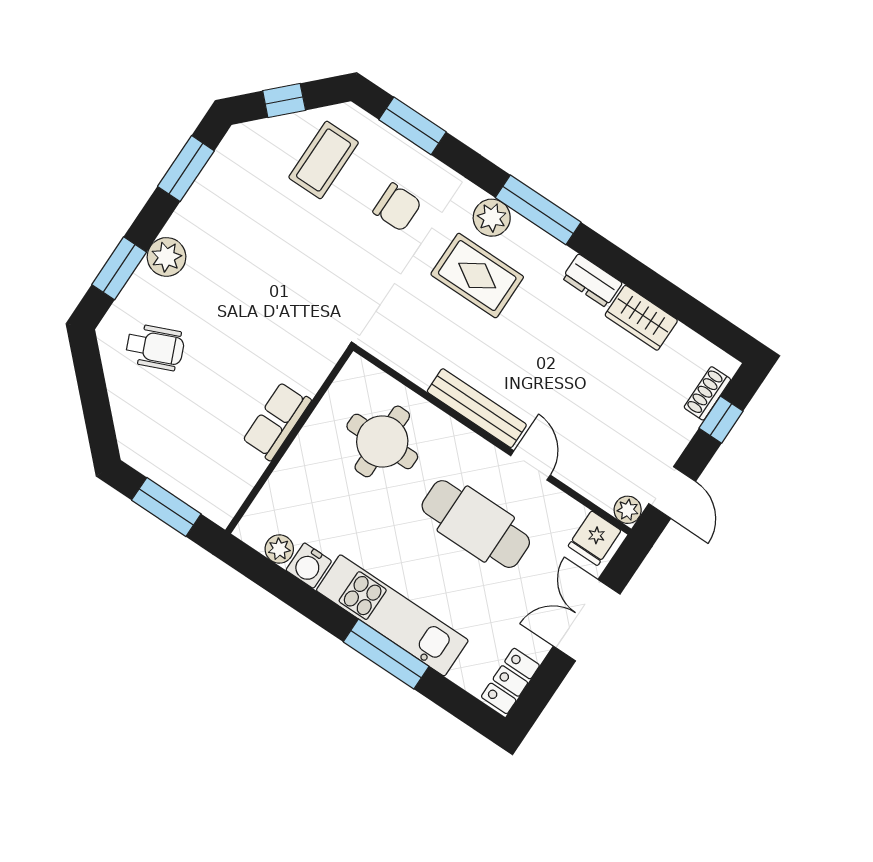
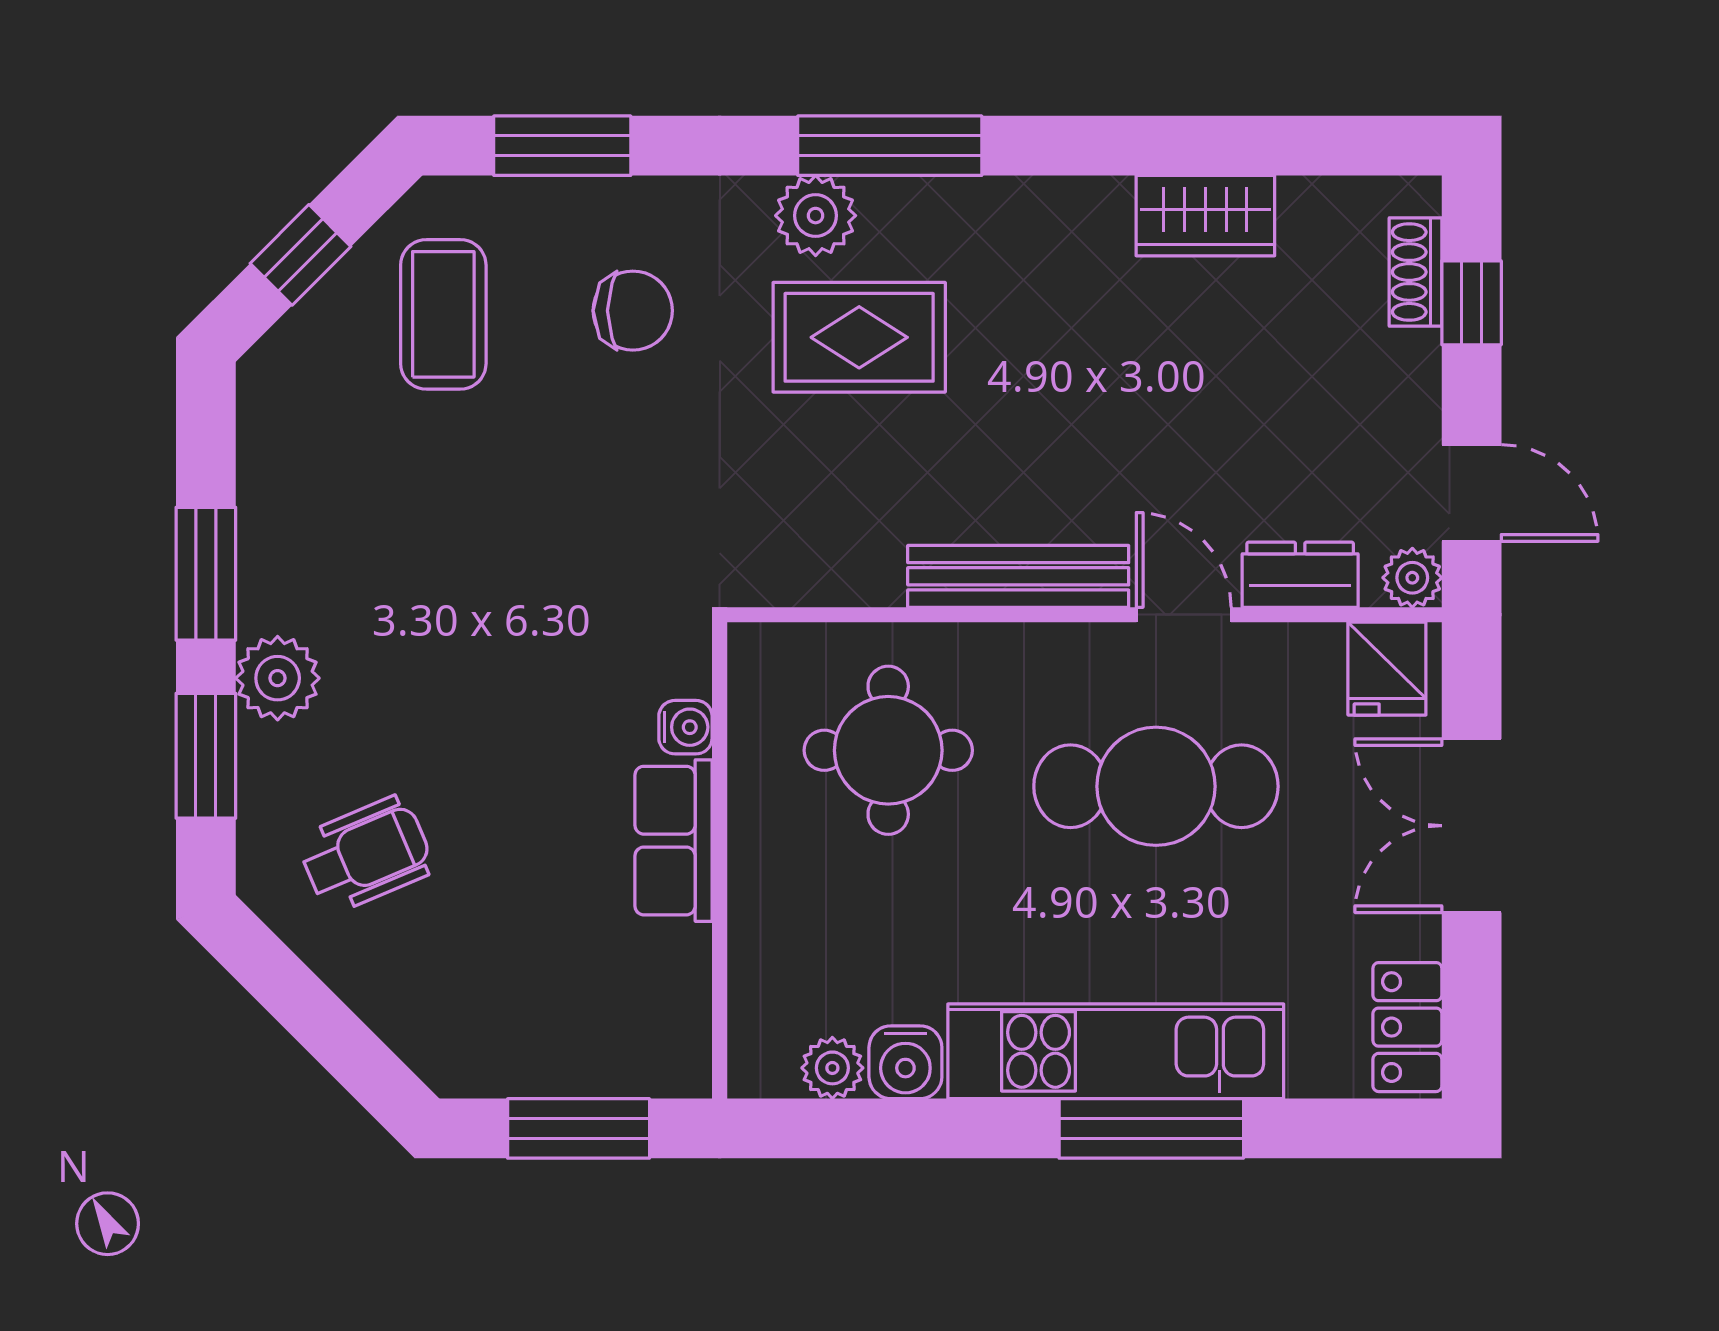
window: (186, 169) -> (206, 574), moved
dresser: (592, 281) -> (1300, 575), moved, turned 180
water cooler: (310, 381) -> (685, 727), added

